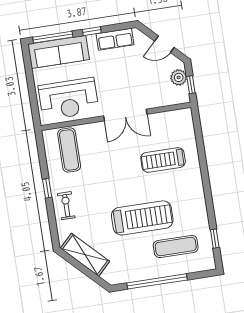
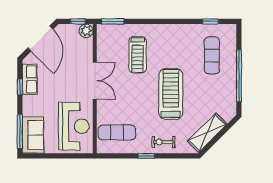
window: (92, 31) -> (20, 87), moved
door: (164, 44) -> (40, 38), width x1.87
sofa: (59, 52) -> (33, 135), width x0.73
plant: (179, 77) -> (86, 31), moved
window: (197, 125) -> (113, 21), added
treadmill: (142, 218) -> (171, 94), moved

